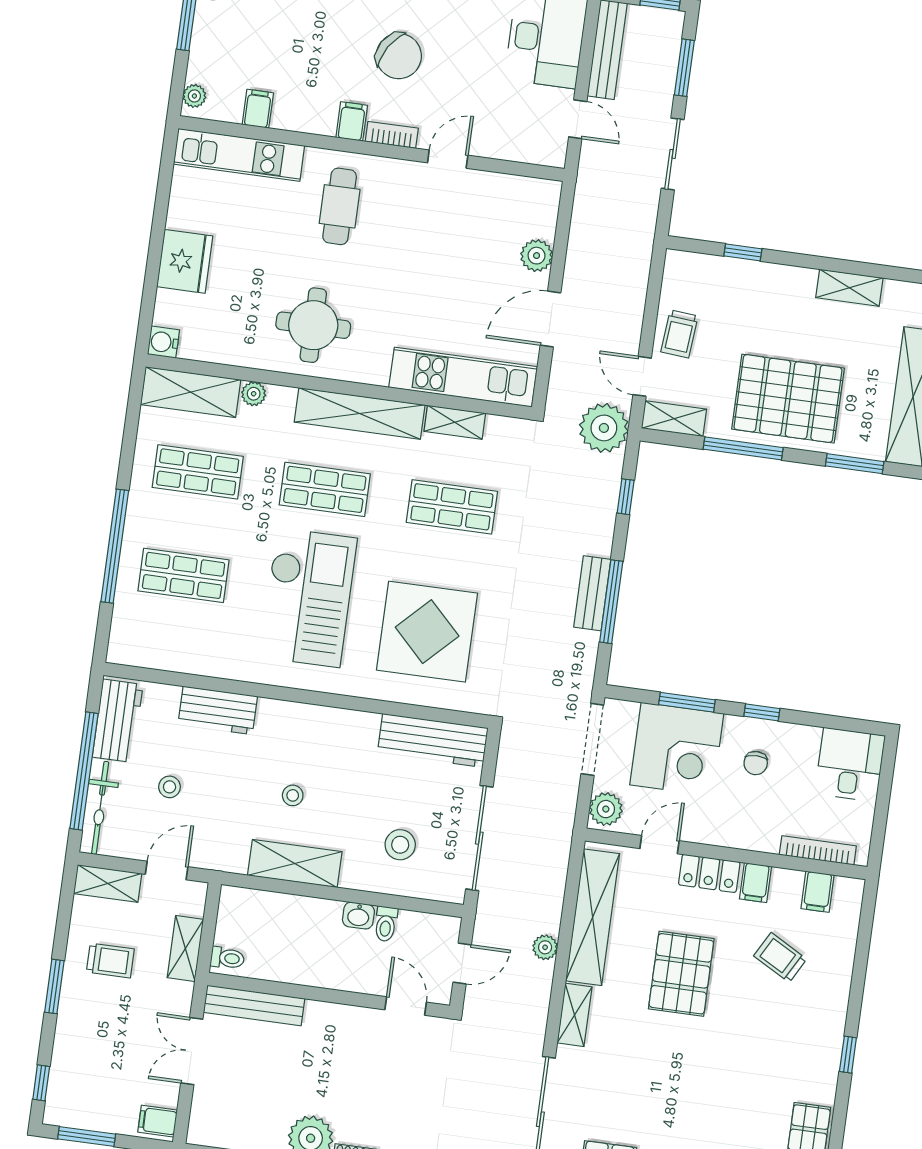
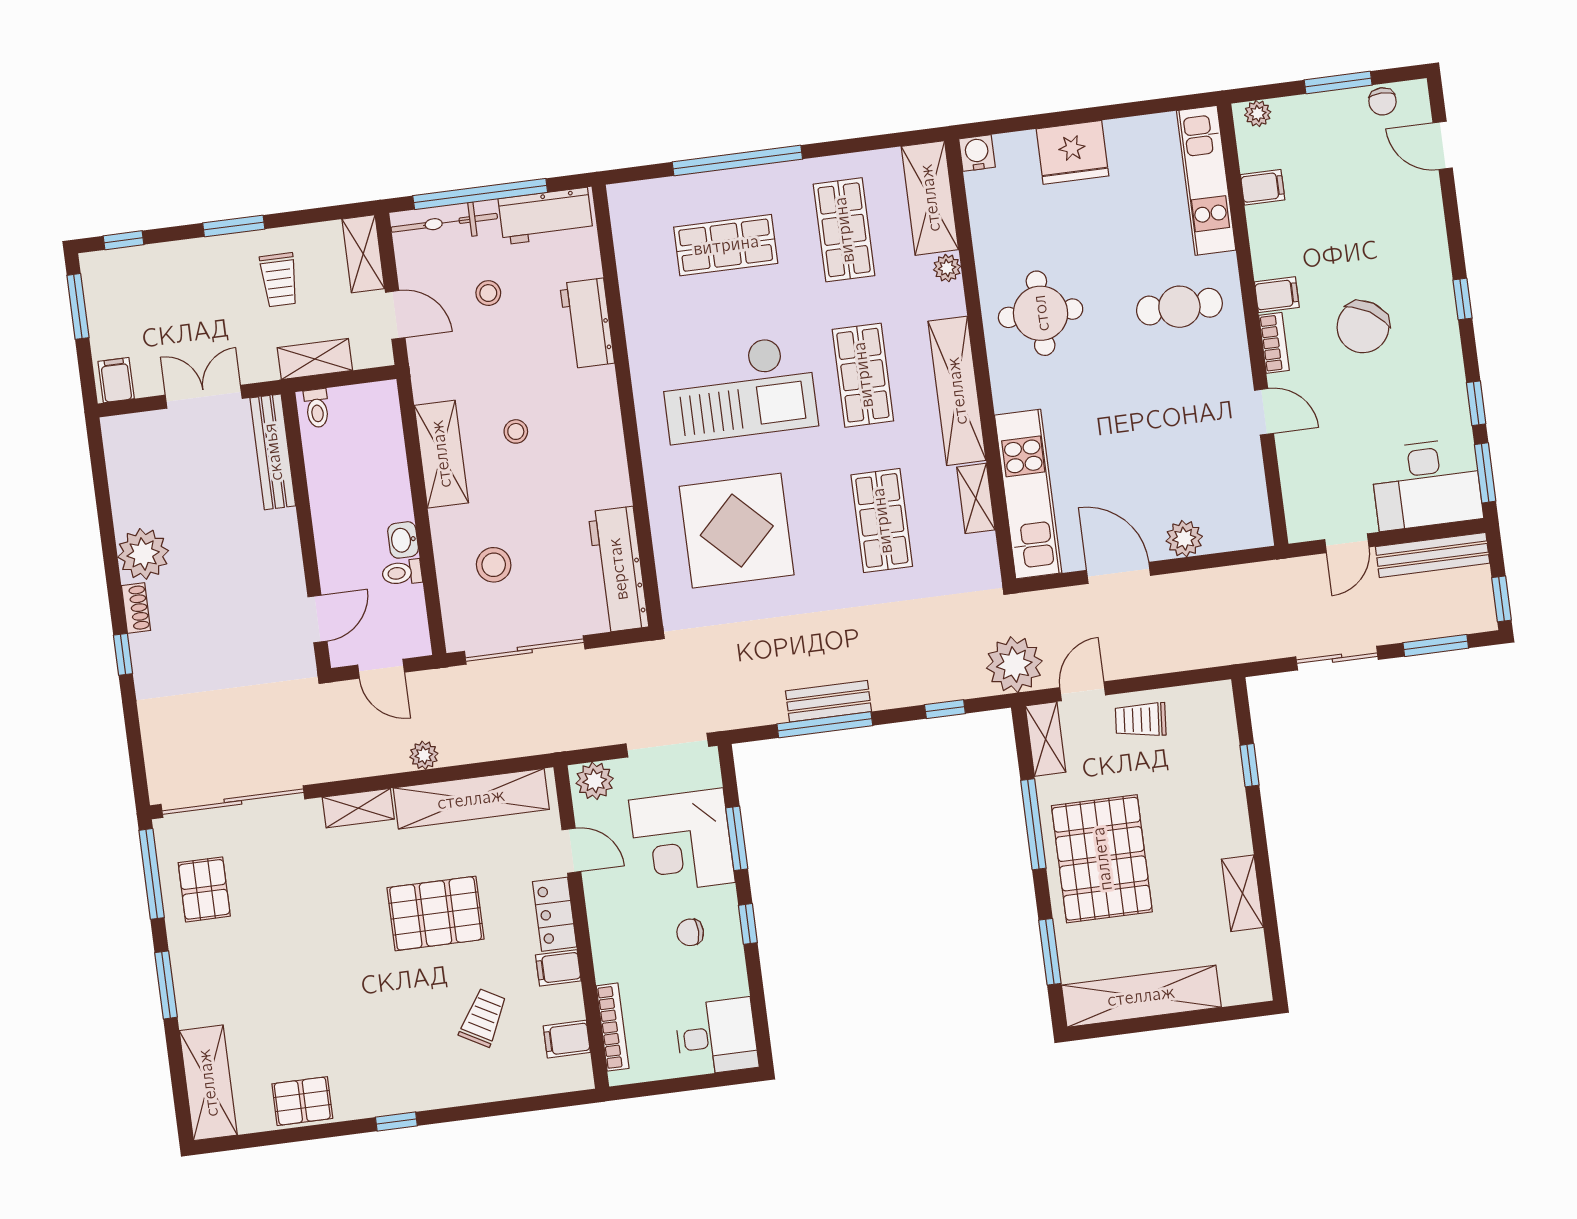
shop shelf: (184, 575) -> (726, 245), turned 90

